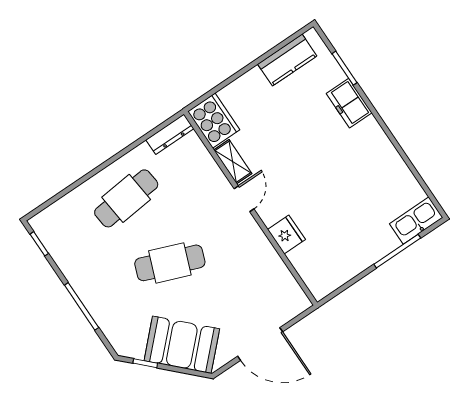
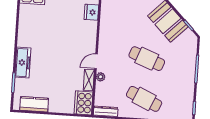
freezer: (349, 103) -> (23, 63), width x1.40
plant: (219, 181) -> (101, 77), added
cafe table: (126, 198) -> (144, 99), turned 30
fridge: (286, 234) -> (91, 12), moved

